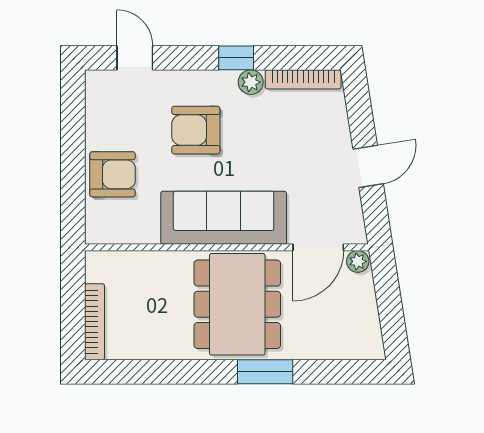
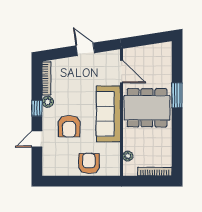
door: (135, 58) -> (37, 139), moved
plant: (358, 261) -> (128, 156), moved

